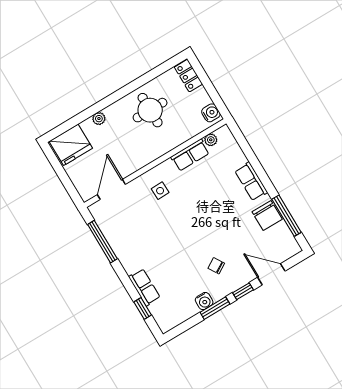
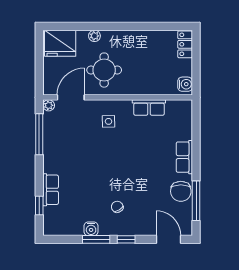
round table: (150, 110) -> (104, 70), moved
plant: (211, 140) -> (49, 105), moved
door: (271, 274) -> (168, 239), moved

